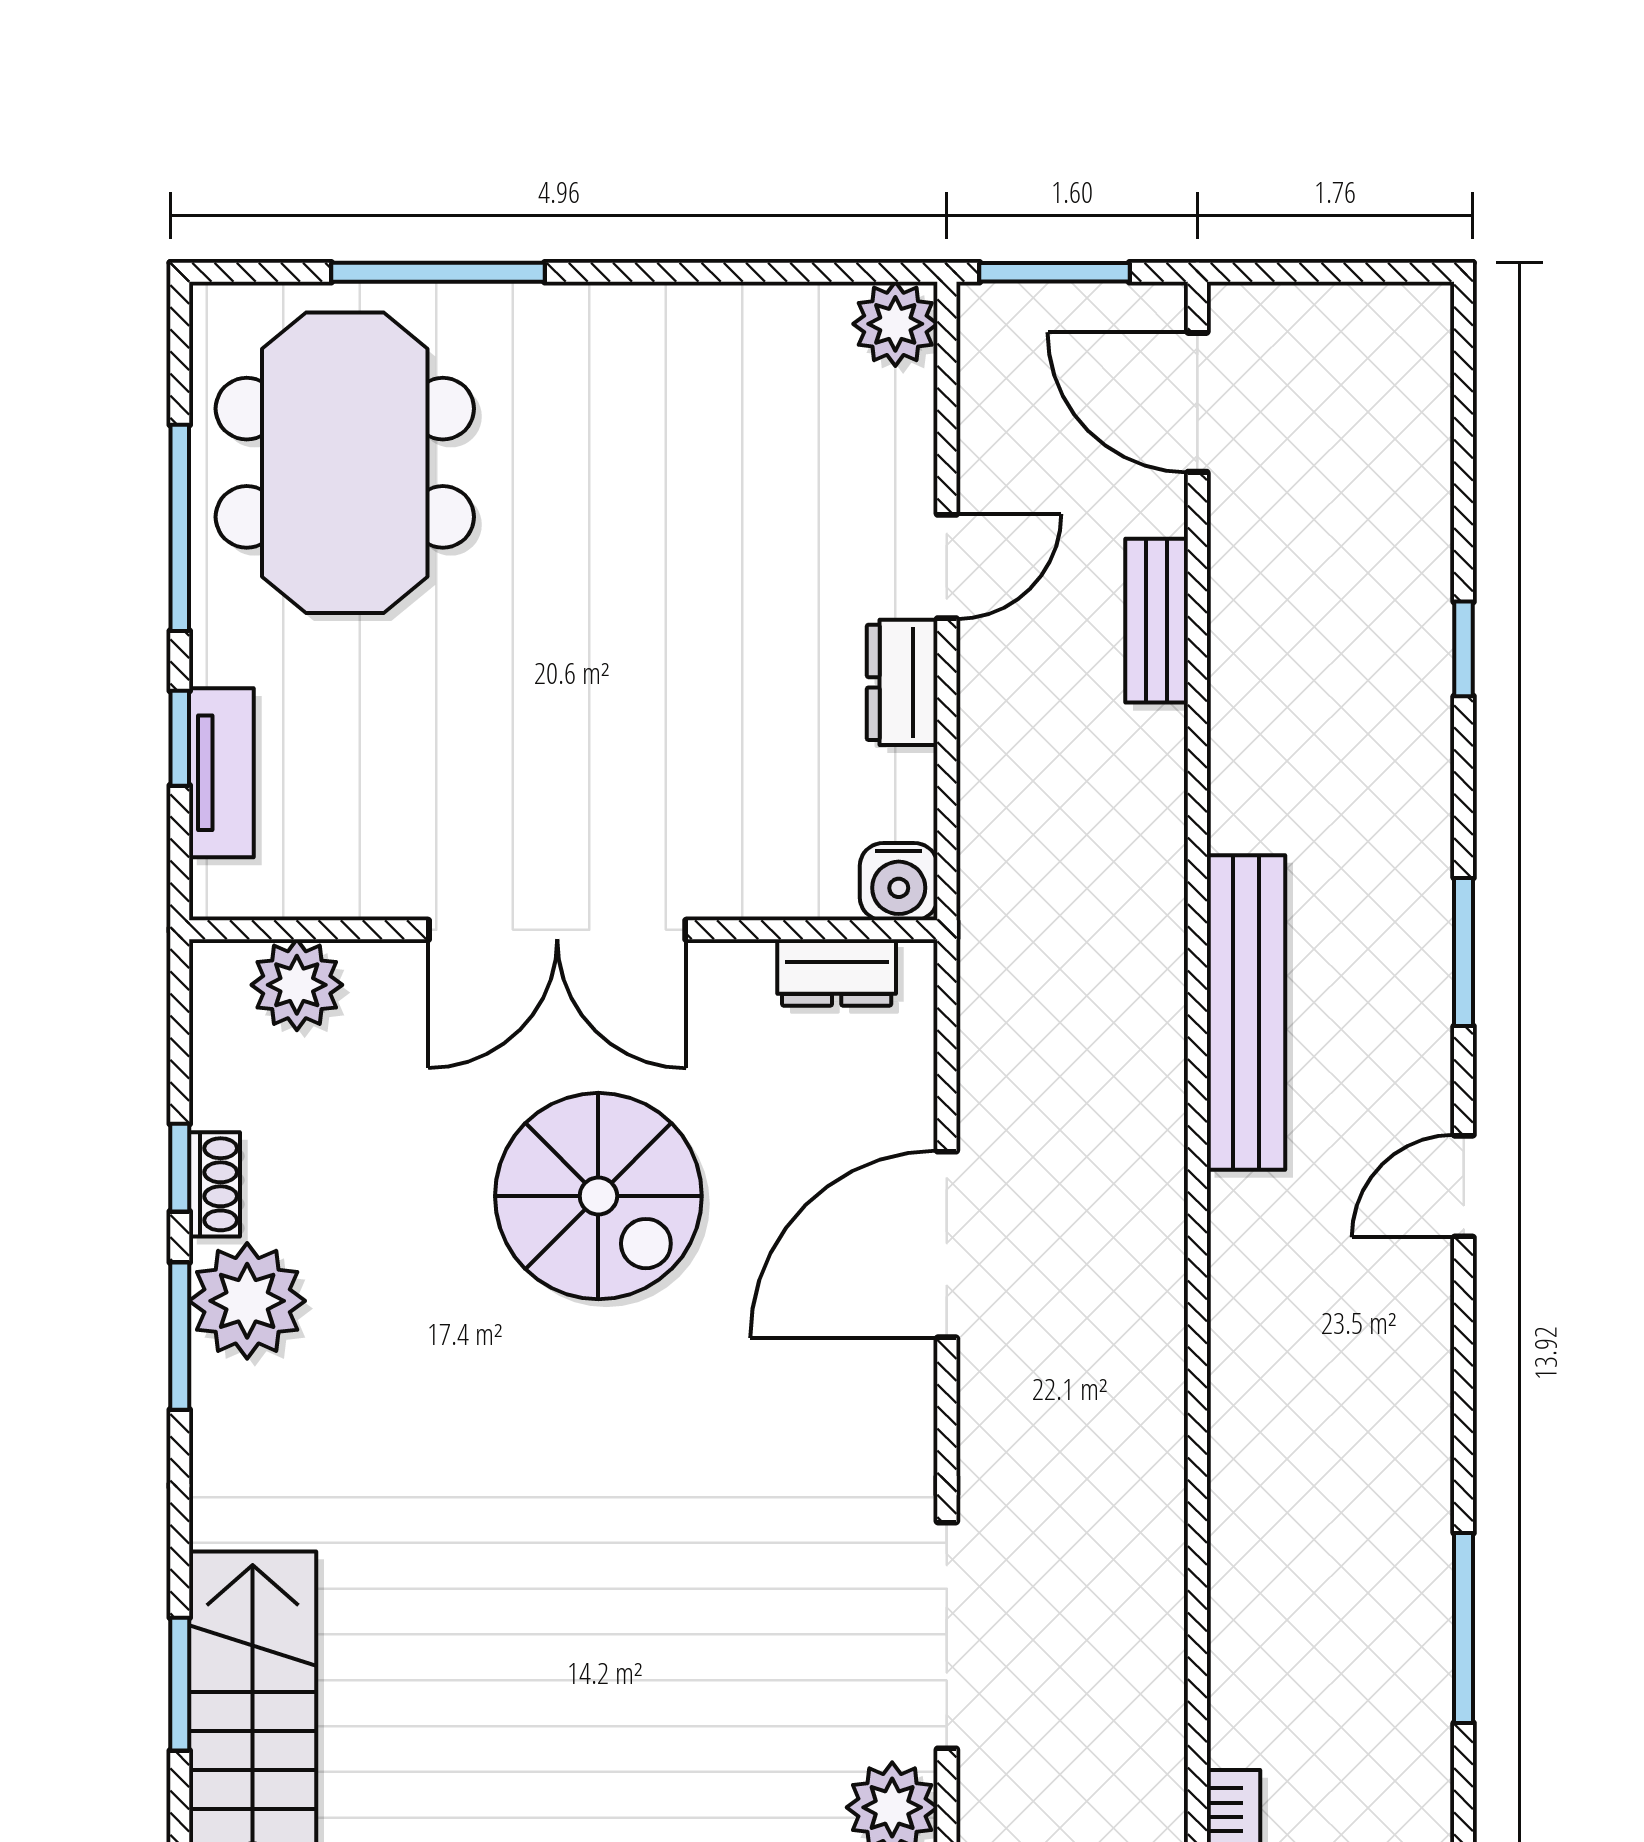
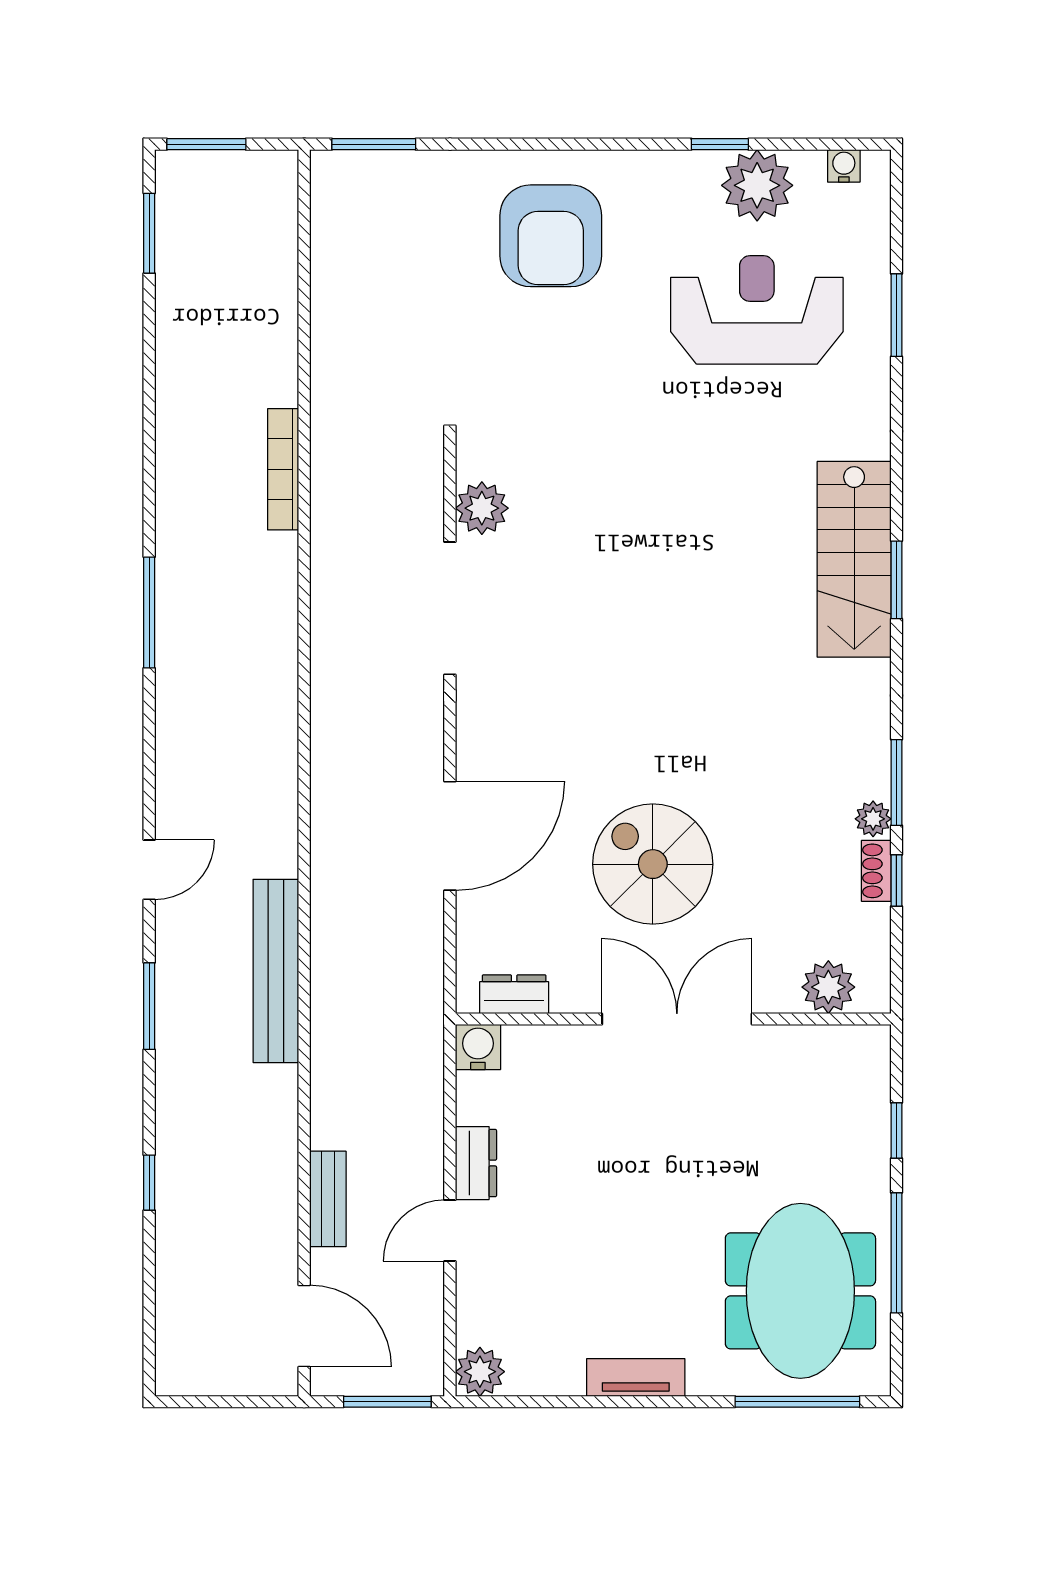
window: (438, 272) -> (797, 1402), moved
tv unit: (221, 773) -> (636, 1378), moved, turned 90
plant: (247, 1301) -> (873, 819), width x0.53, depth x0.53

